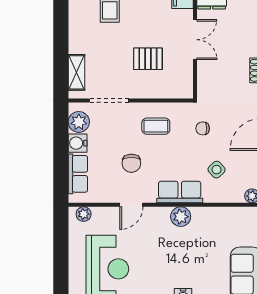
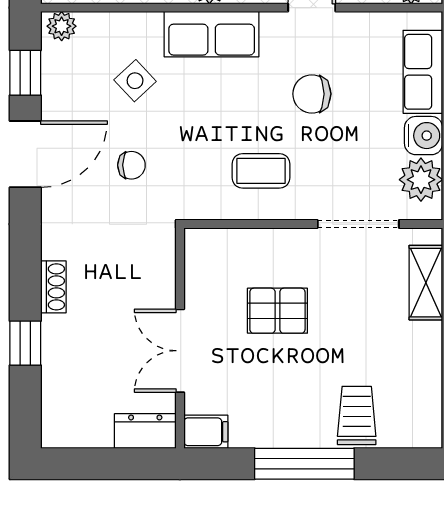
chair: (203, 128) -> (131, 165), moved
chair: (131, 163) -> (312, 94), turned -90

